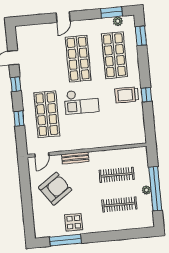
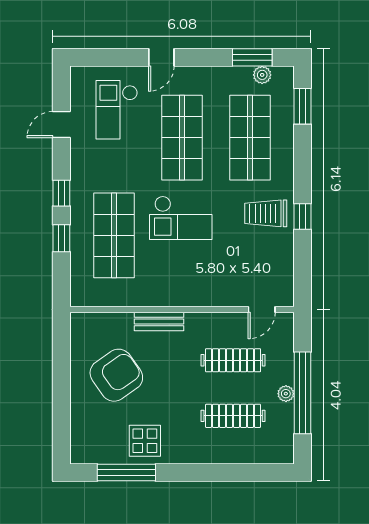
checkout: (42, 47) -> (117, 110), added
window: (16, 84) -> (61, 193), moved
door: (42, 155) -> (262, 310), moved

